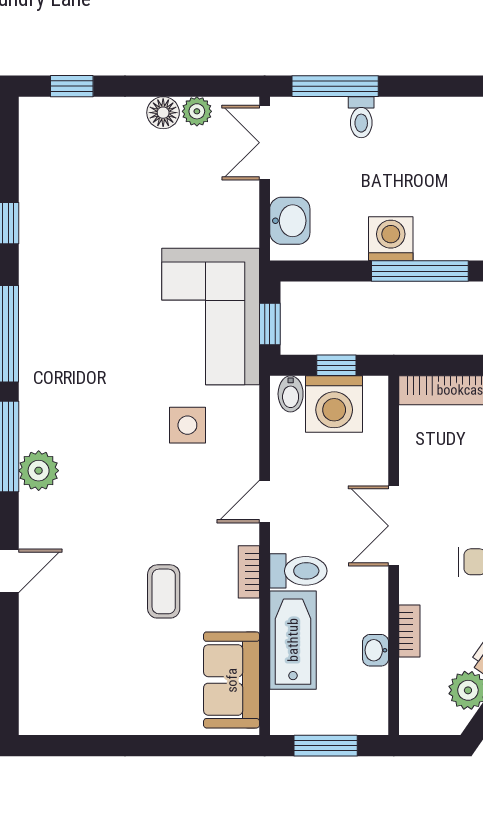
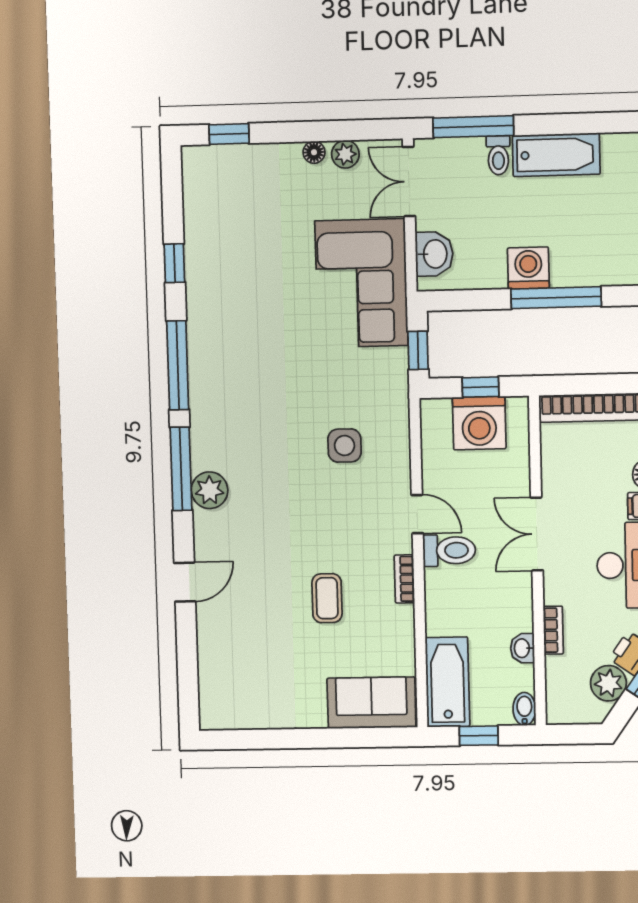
floor lamp: (163, 113) -> (314, 152), width x0.73, depth x0.73
bathtub: (423, 118) -> (556, 155), added
corner sofa: (211, 316) -> (361, 283), moved
bidet: (291, 394) -> (524, 709), moved, turned 180
door: (265, 502) -> (417, 514), swing flipped
toilet: (298, 571) -> (449, 550), moved
bathtub: (293, 640) -> (447, 682), moved
sofa: (232, 680) -> (371, 703), moved, turned 90
window: (326, 746) -> (479, 736), width x0.67

